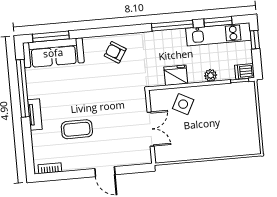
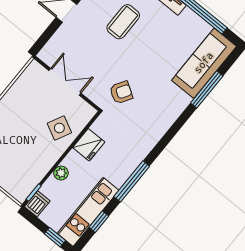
window: (218, 22) -> (99, 222), width x0.67
window: (51, 36) -> (207, 89), moved
armchair: (115, 52) -> (121, 92), moved
double door: (151, 129) -> (65, 82), swing flipped

